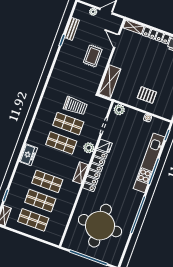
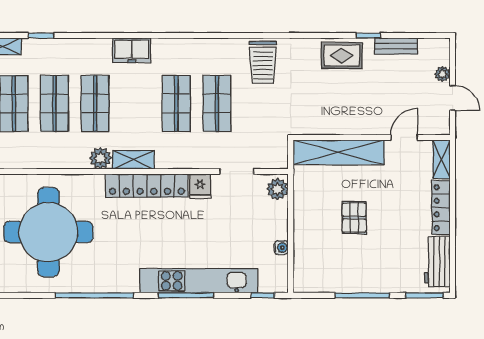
rug: (93, 56) -> (342, 55), moved
shelving: (110, 81) -> (339, 152), width x1.47
pallet: (147, 95) -> (354, 218), moved
trolley: (75, 106) -> (263, 62), moved
plant: (89, 148) -> (101, 158), moved

